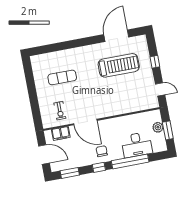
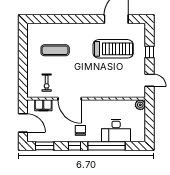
plant: (158, 127) -> (140, 105), moved
window: (168, 130) -> (149, 122), removed

